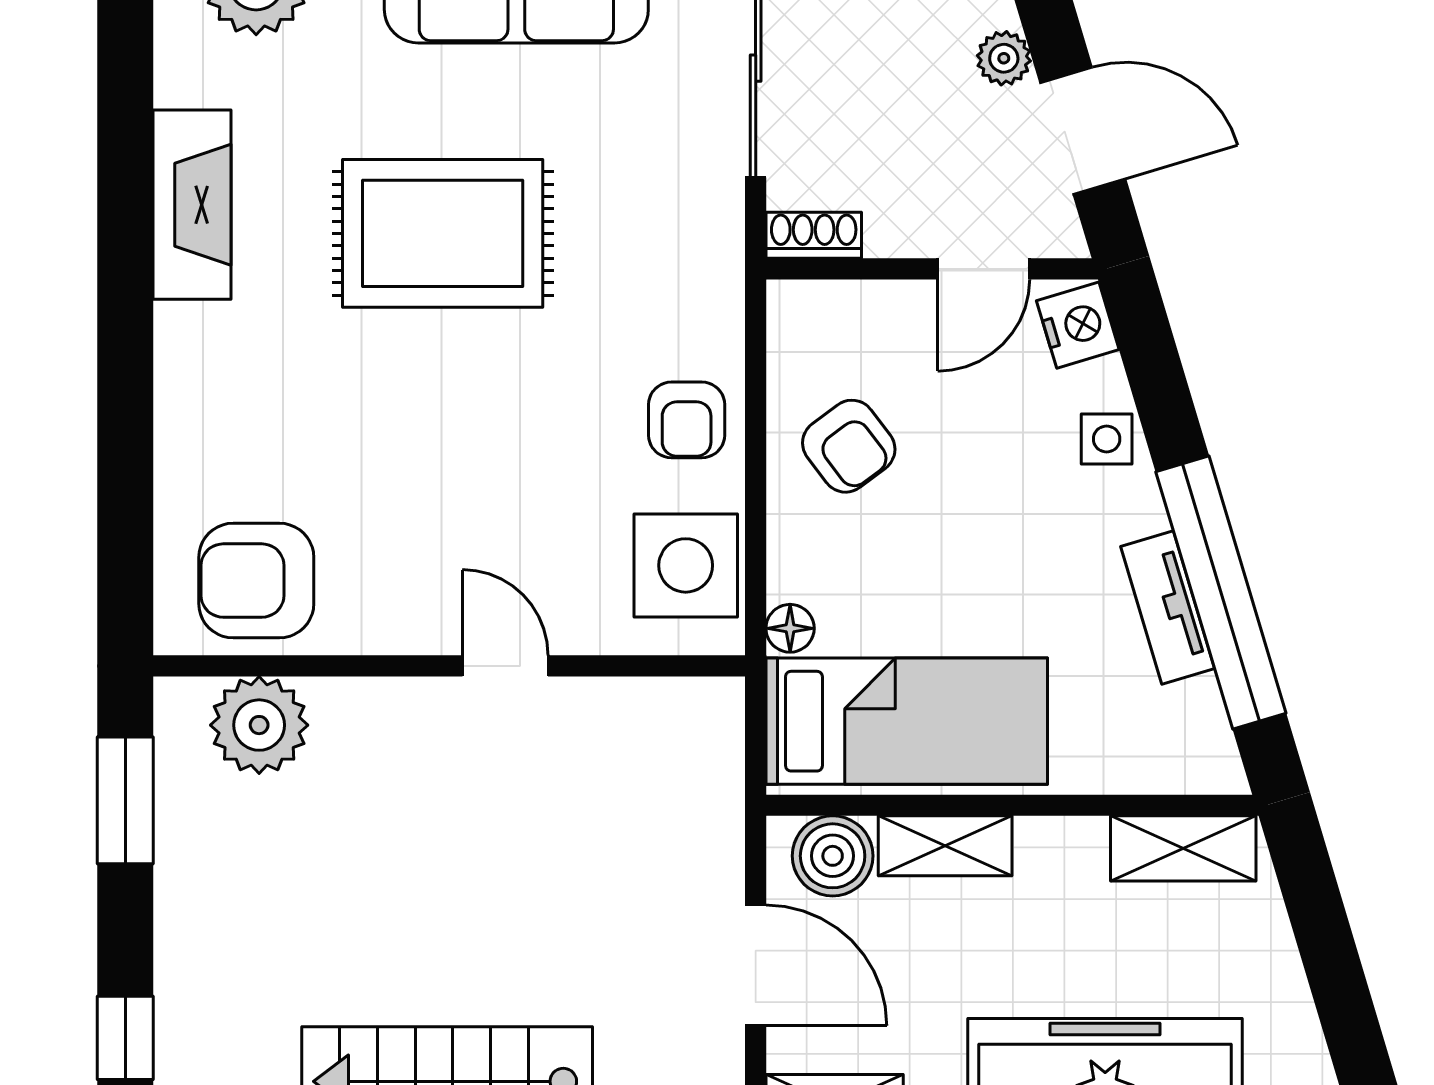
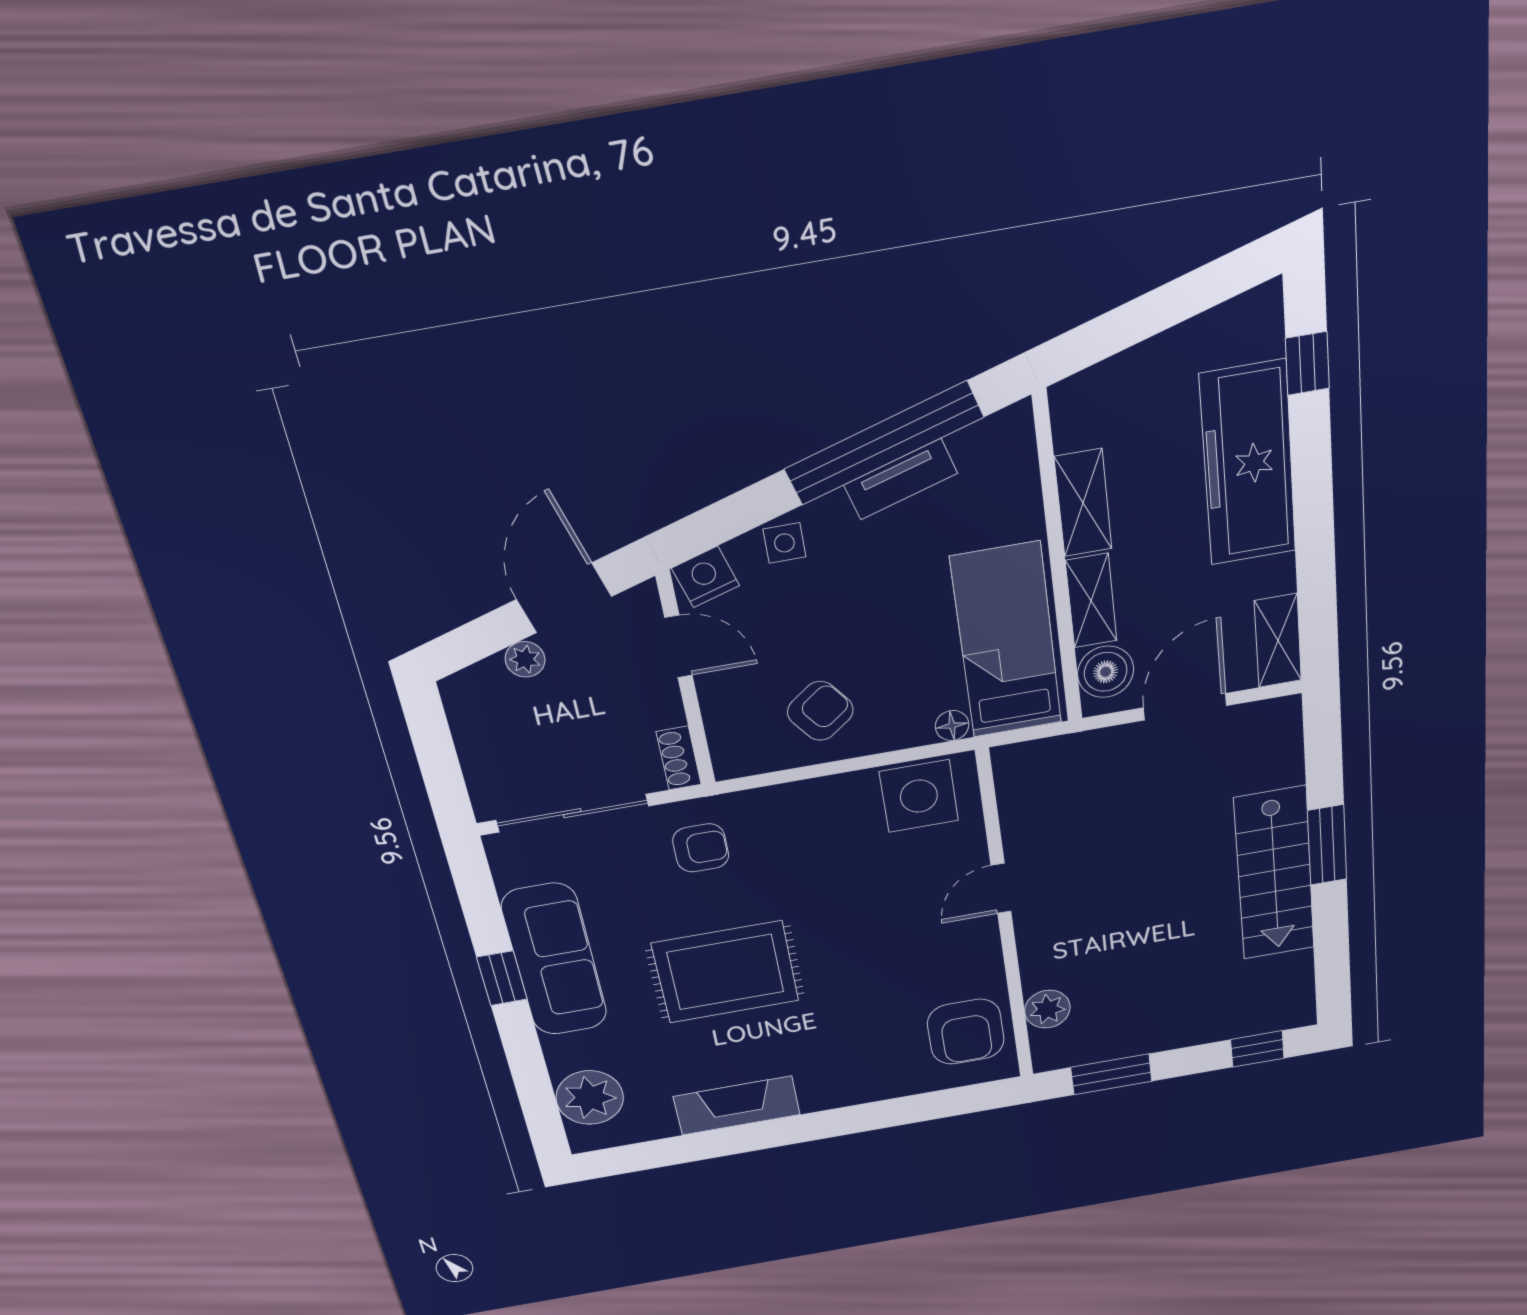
rug: (443, 233) -> (725, 972), turned 90
armchair: (687, 420) -> (701, 848), moved
plant: (259, 725) -> (1047, 1009), width x0.73, depth x0.73
shelving: (1183, 848) -> (1083, 503), moved

